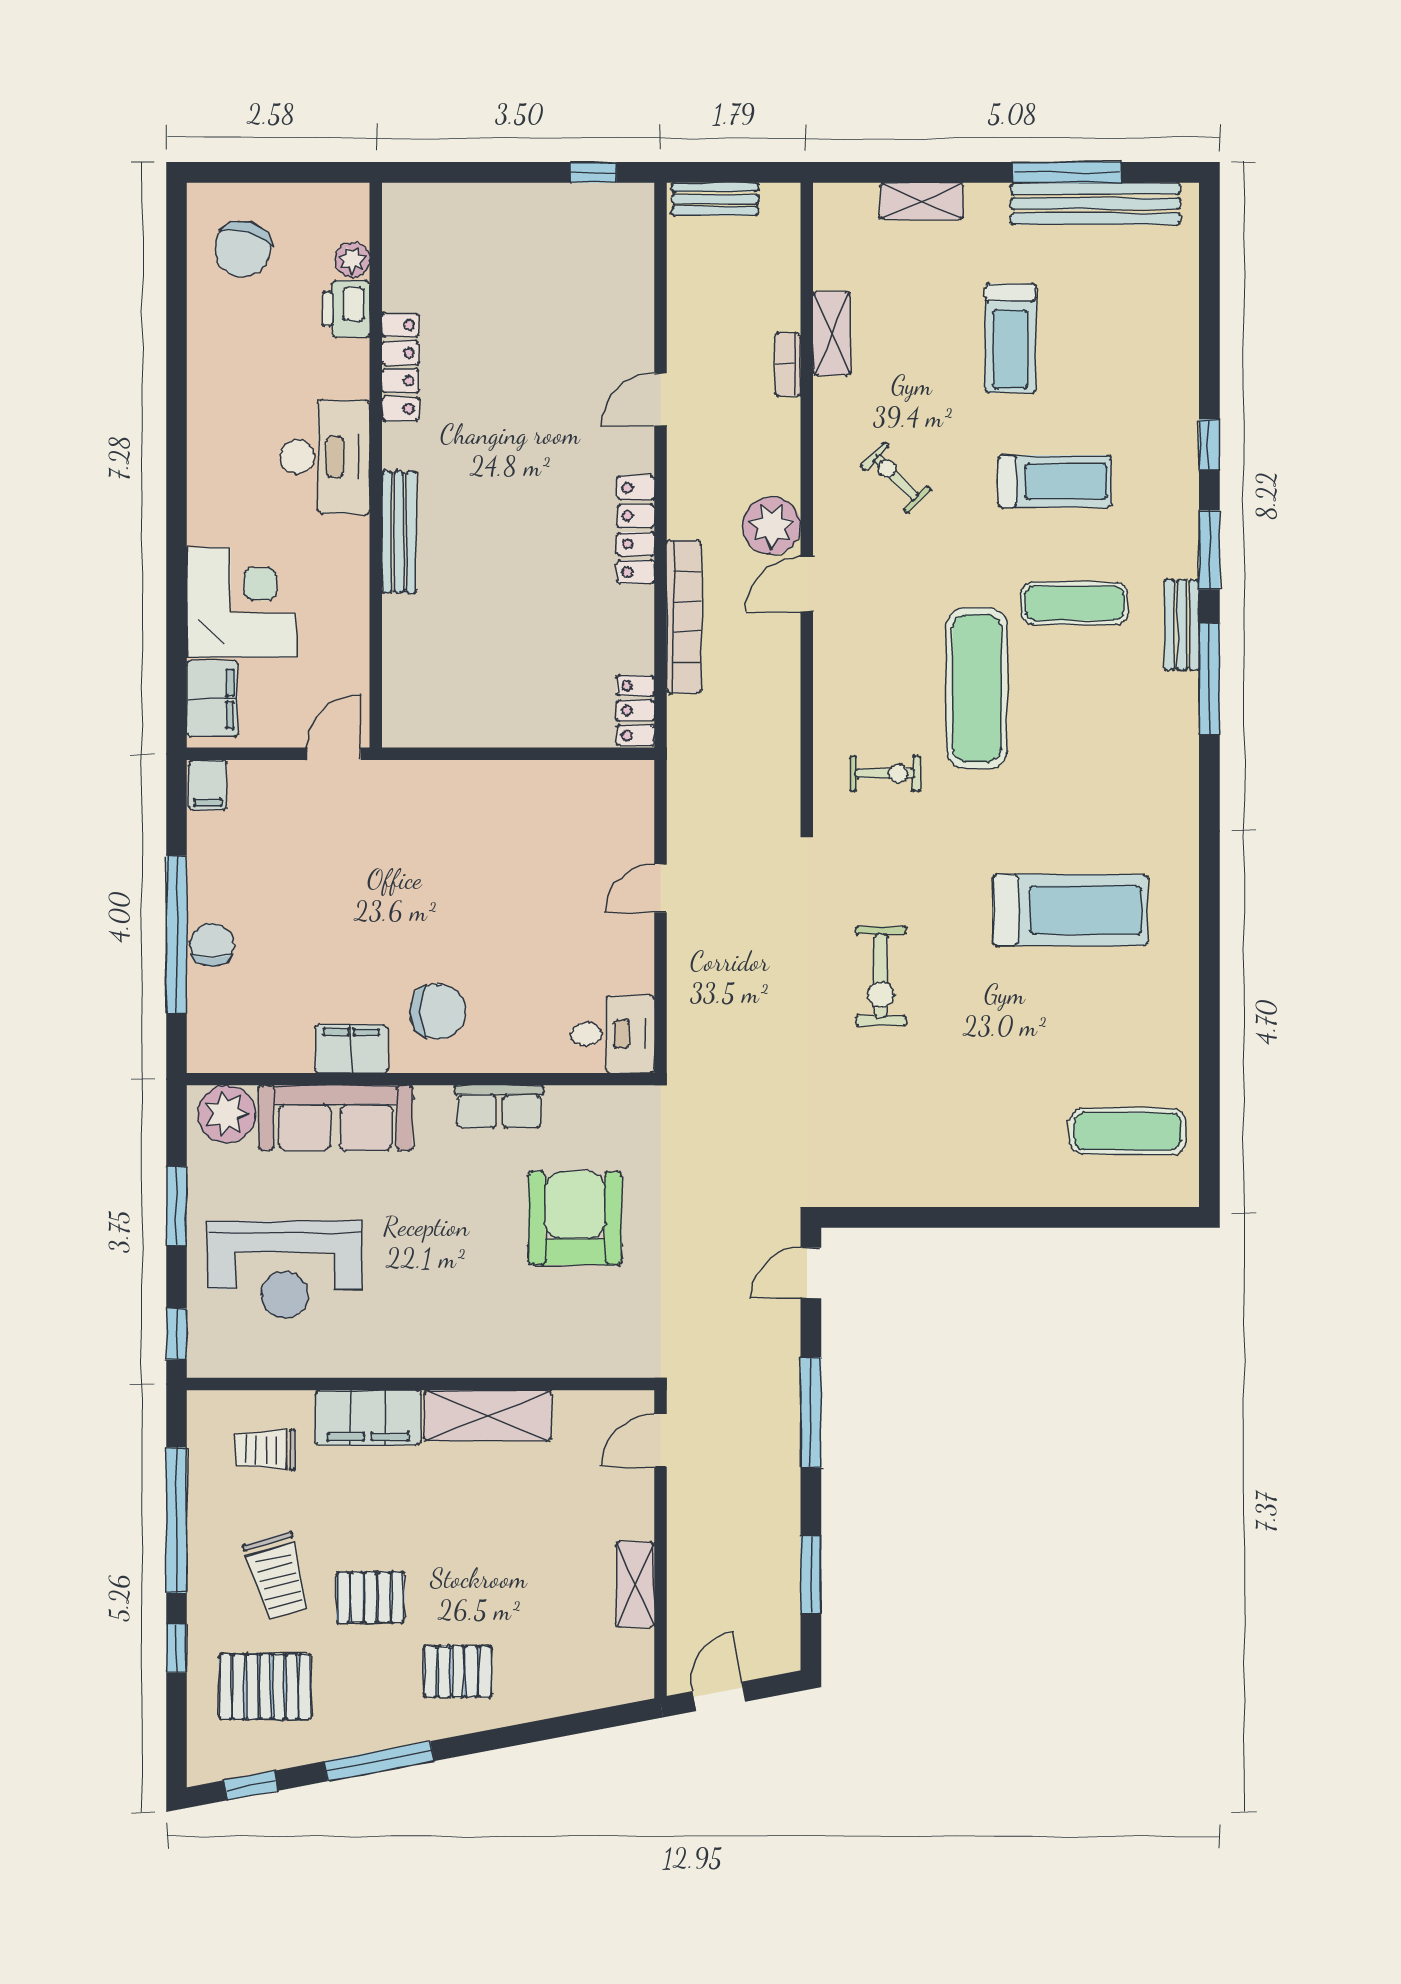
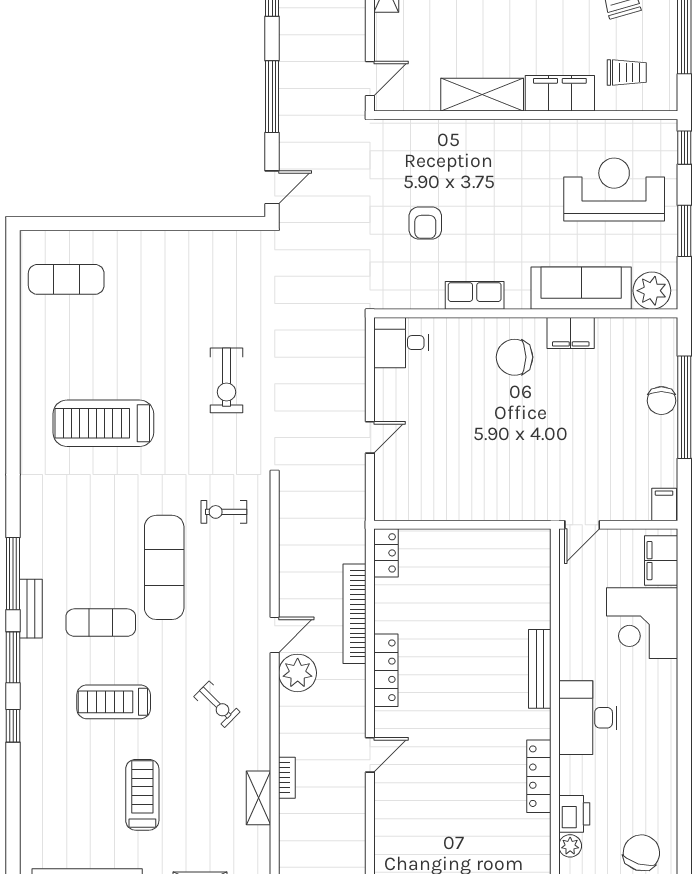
exercise bike: (881, 976) -> (226, 380), turned 180
armchair: (575, 1218) -> (425, 223), width x0.53, depth x0.53

